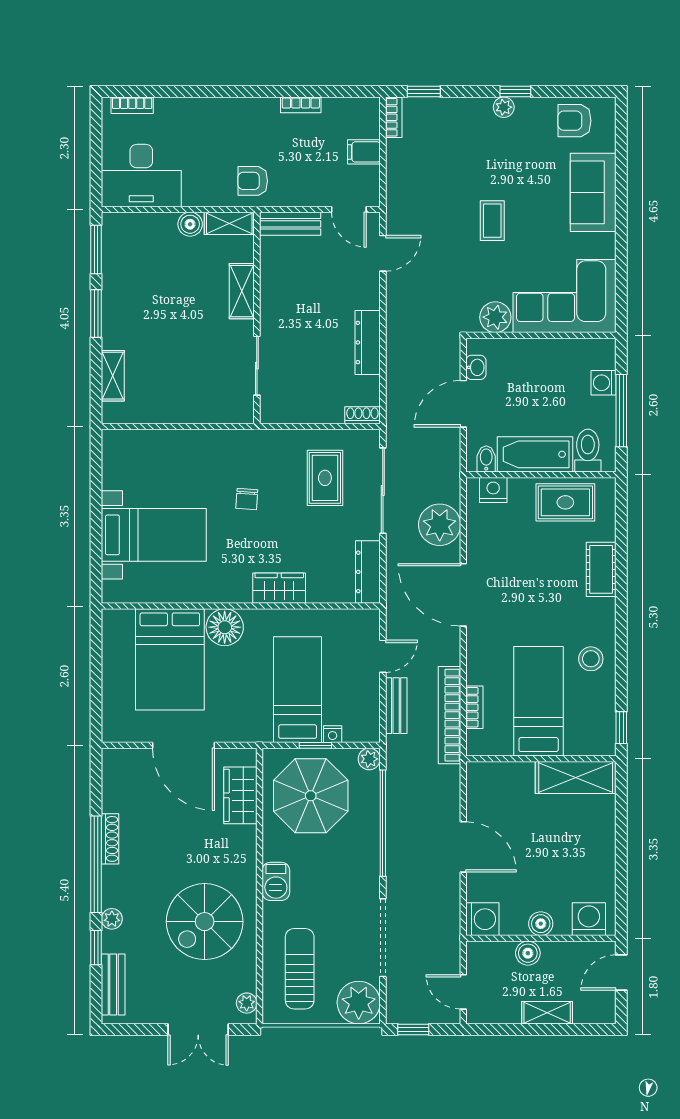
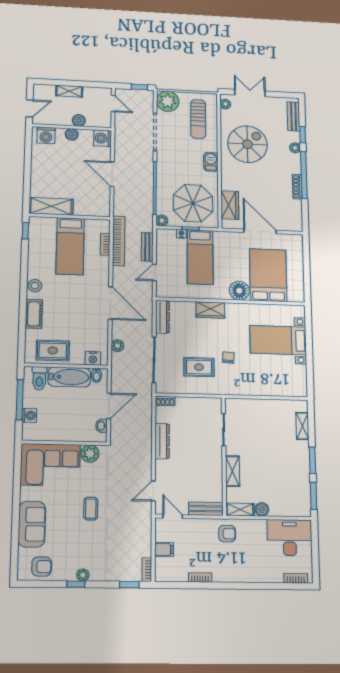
rug: (325, 478) -> (199, 367), moved, turned 90
plant: (440, 525) -> (117, 346), width x0.53, depth x0.53
stool: (591, 659) -> (35, 286), moved

